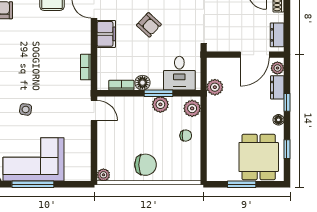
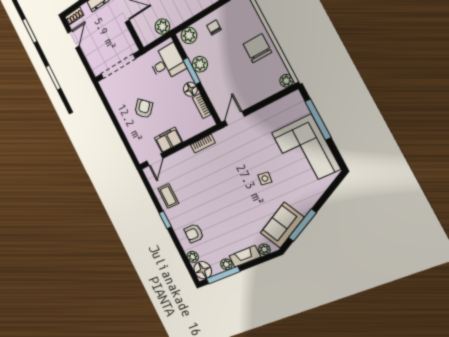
window: (33, 184) -> (318, 119), moved

